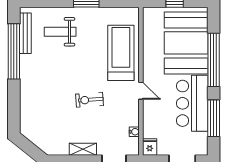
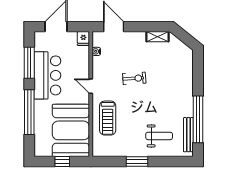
booth: (186, 43) -> (71, 130), moved
treadmill: (121, 53) -> (108, 118), width x0.73, depth x0.73
shelving: (83, 149) -> (158, 37), moved

